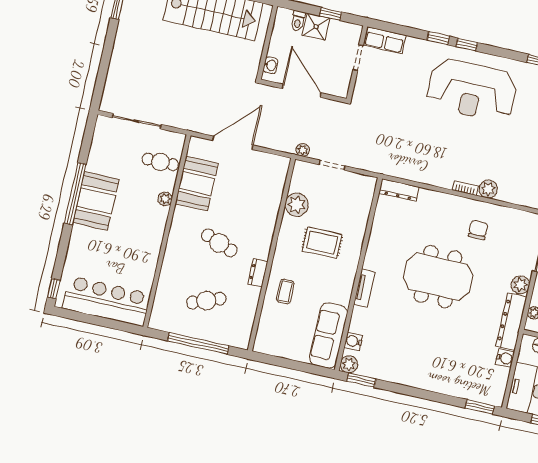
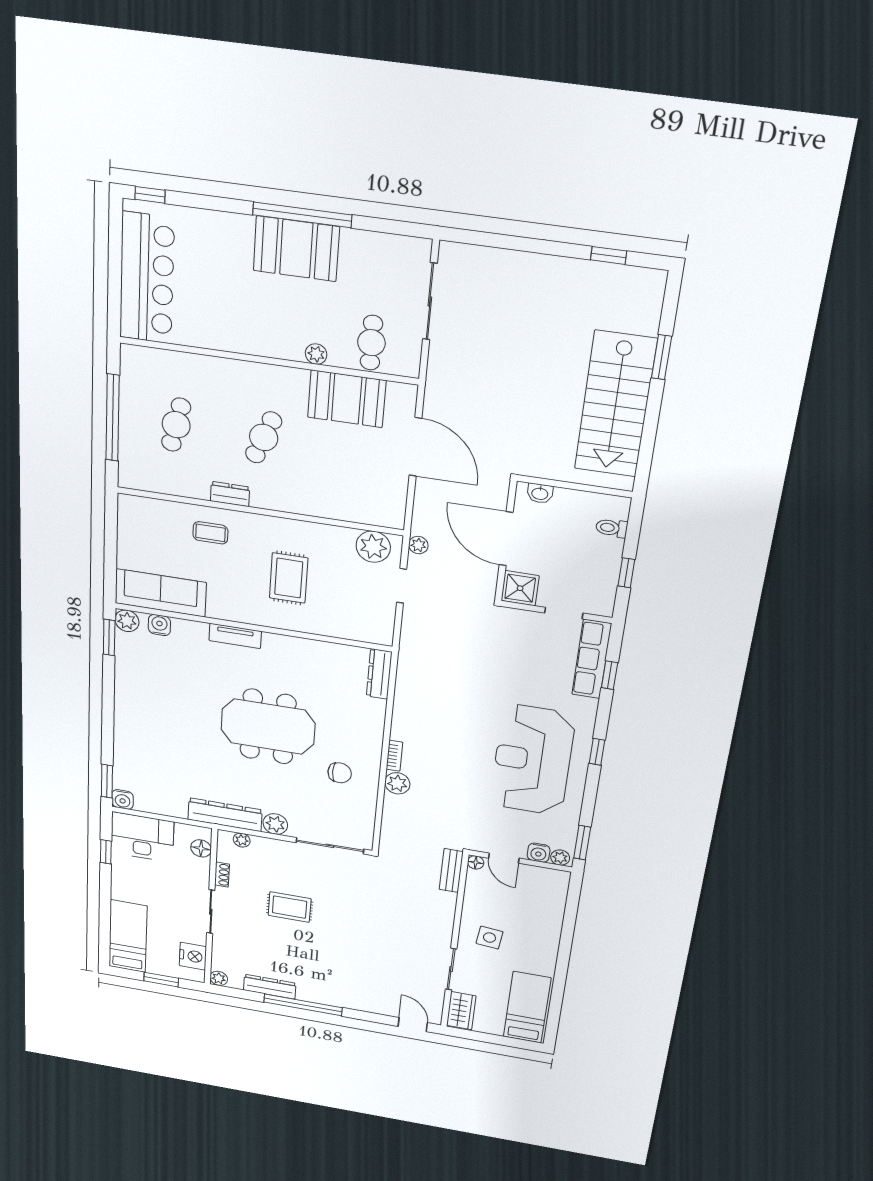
shower: (316, 27) -> (520, 588), moved
window: (438, 38) -> (610, 675), moved
row of seats: (385, 40) -> (592, 659), width x1.48
door: (302, 91) -> (506, 539), swing flipped
plant: (297, 205) -> (373, 547), moved
meeting table: (438, 277) -> (268, 727), turned 90
cafe table: (206, 301) -> (176, 425), turned 33
water cooler: (505, 358) -> (123, 799), moved

